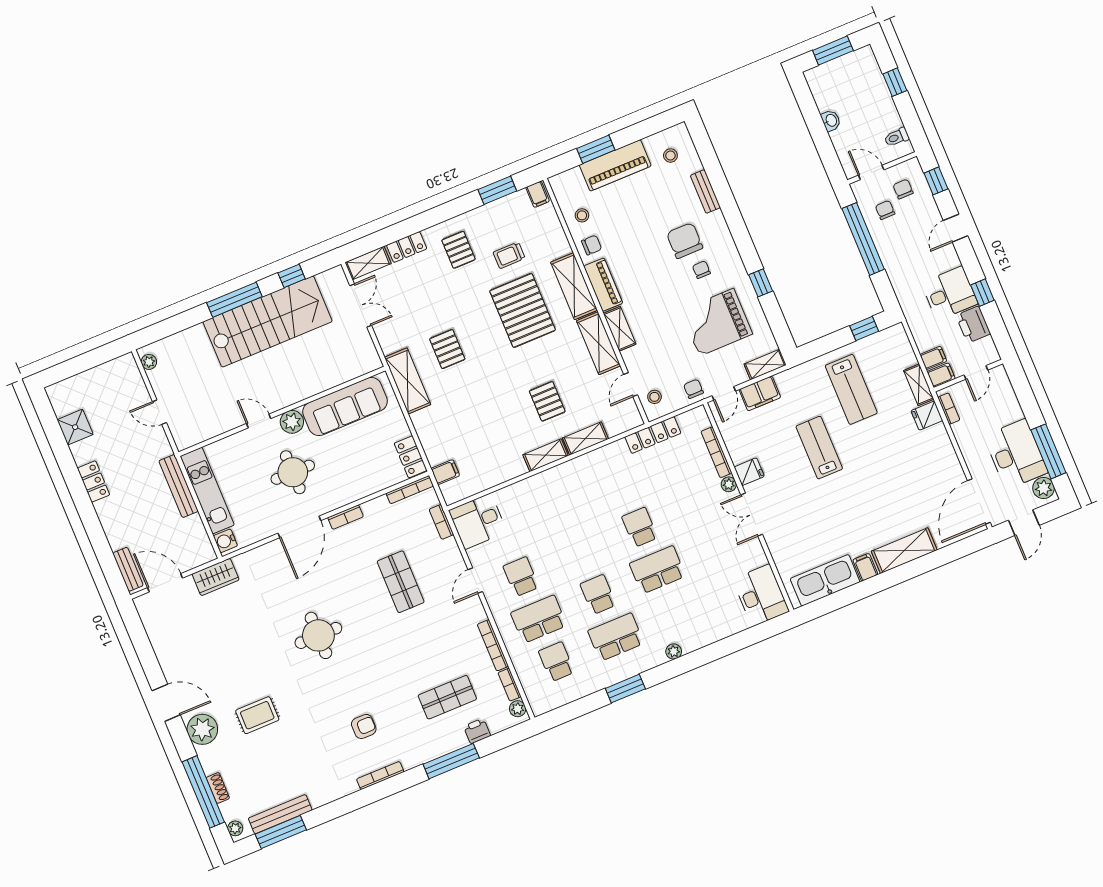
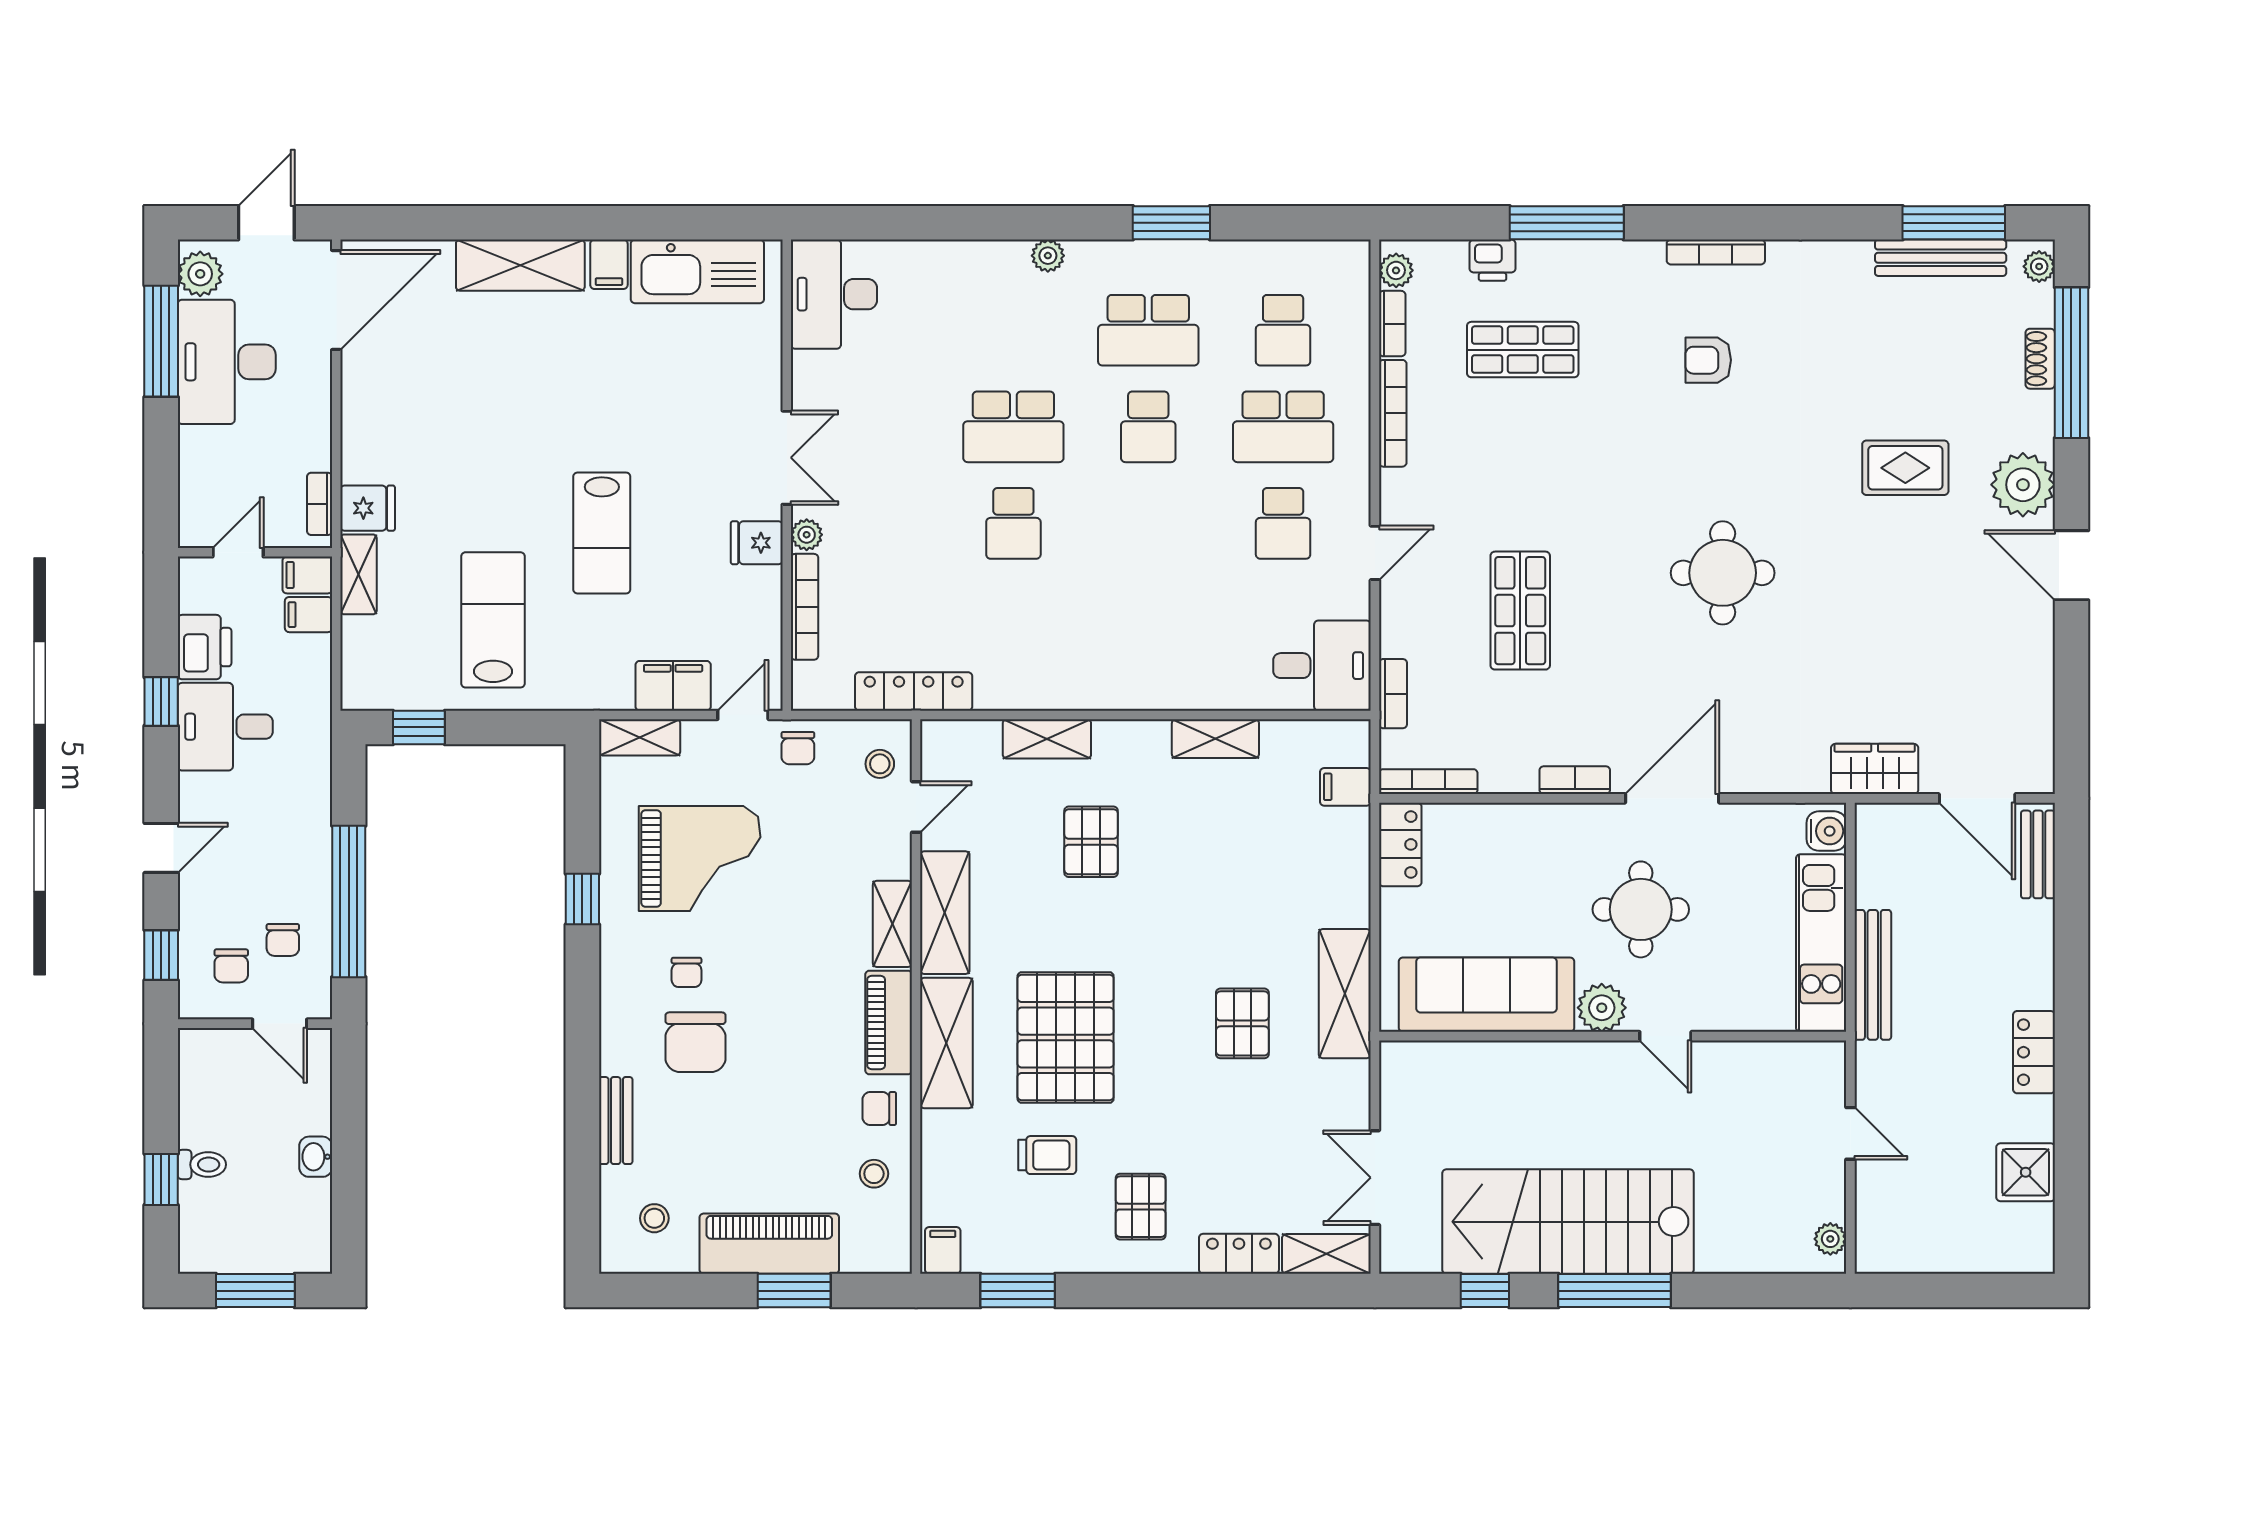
toilet: (897, 137) -> (202, 1165), moved
shelving: (546, 455) -> (1215, 739), moved

